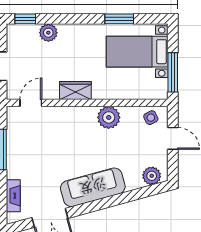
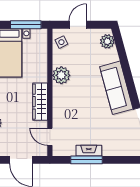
wardrobe: (75, 91) -> (40, 102), width x1.50
fireplace: (13, 196) -> (89, 151), moved

